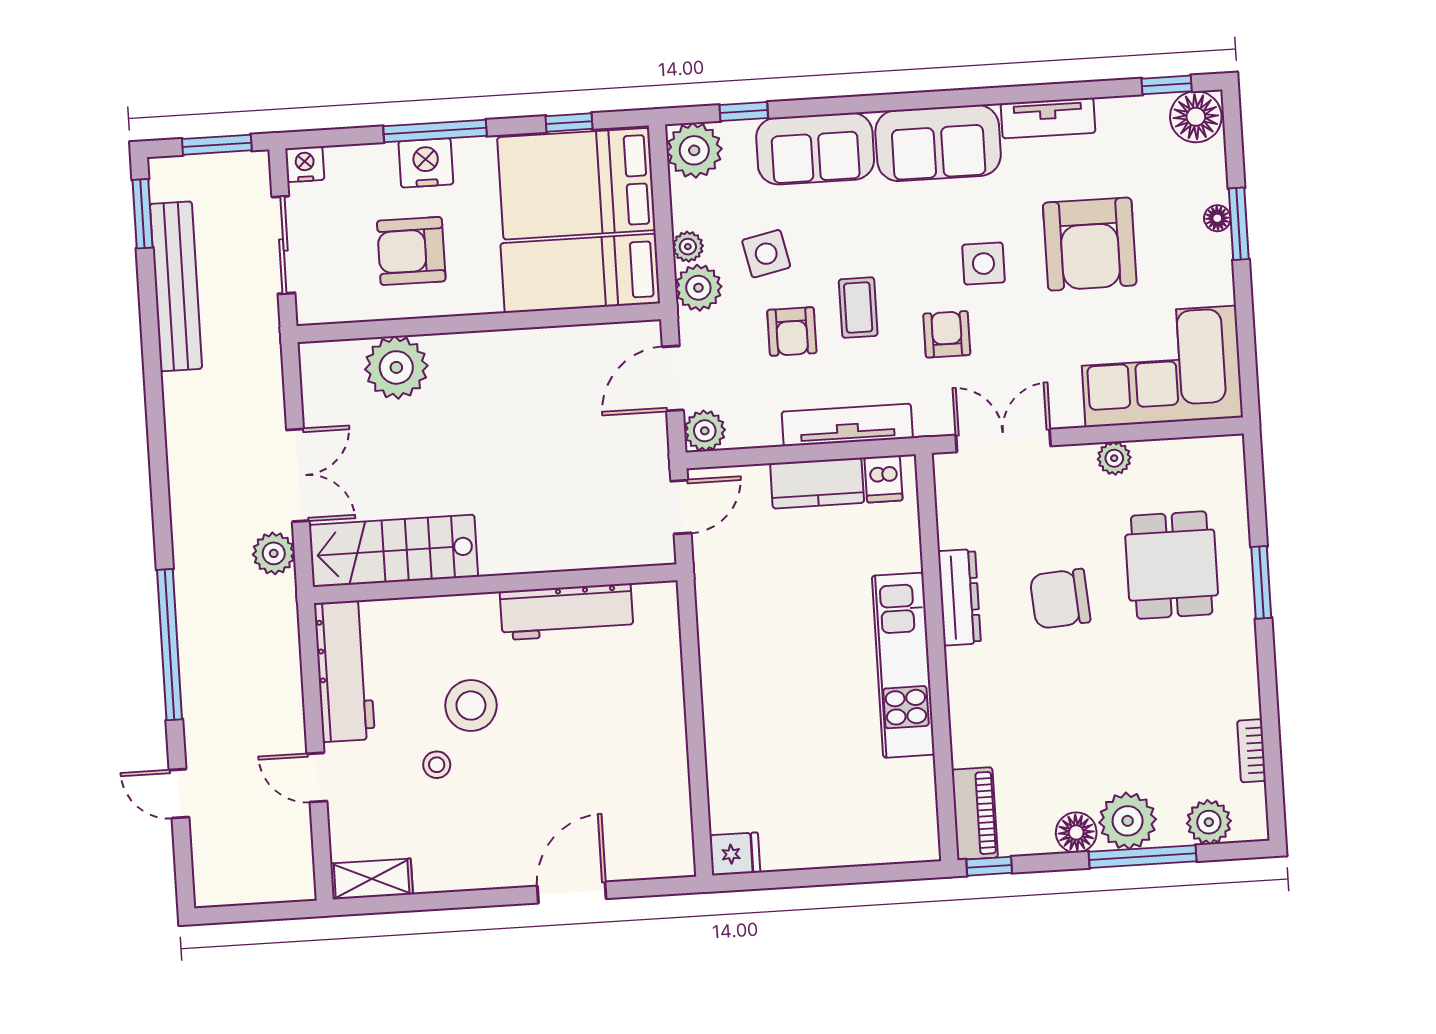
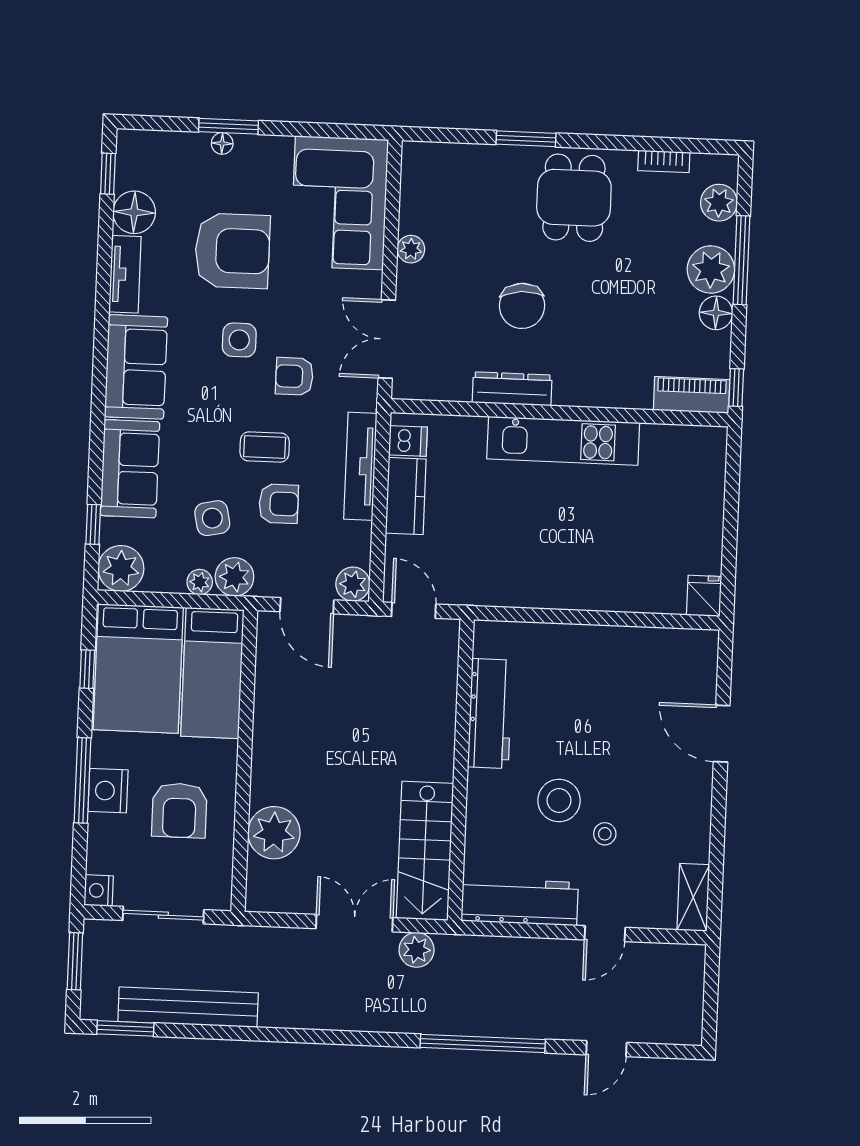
floor lamp: (1196, 117) -> (134, 212), moved
dining table: (1172, 565) -> (574, 198), moved, turned 90

